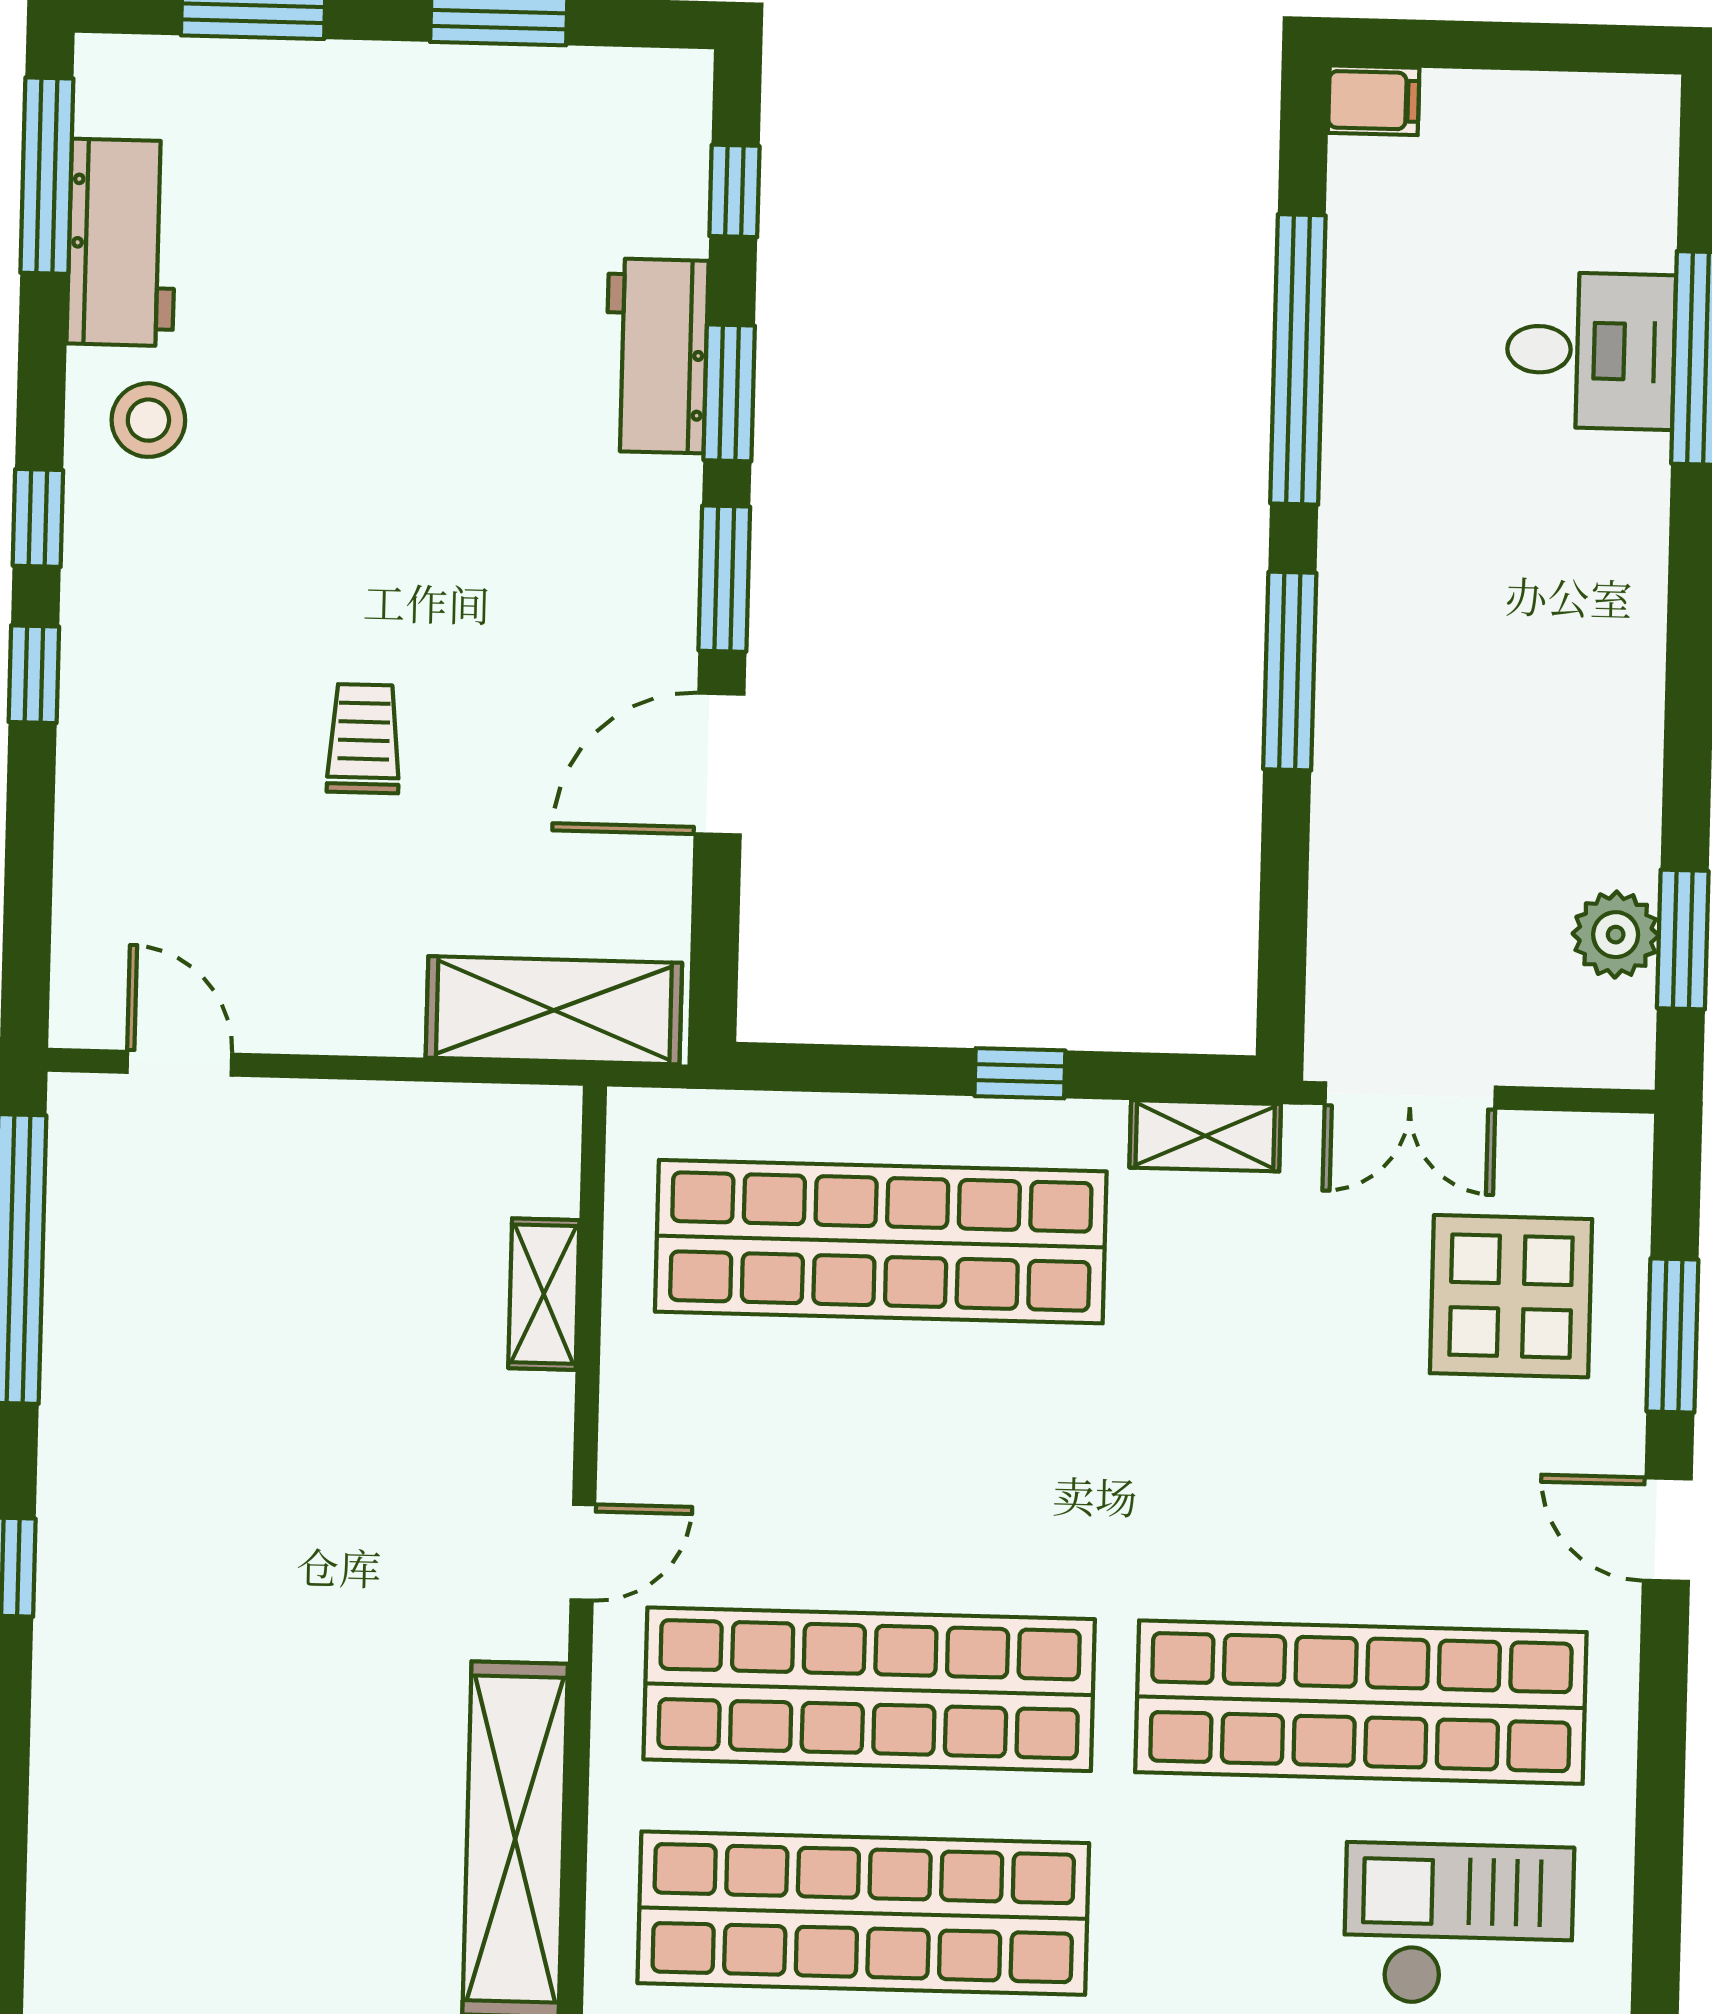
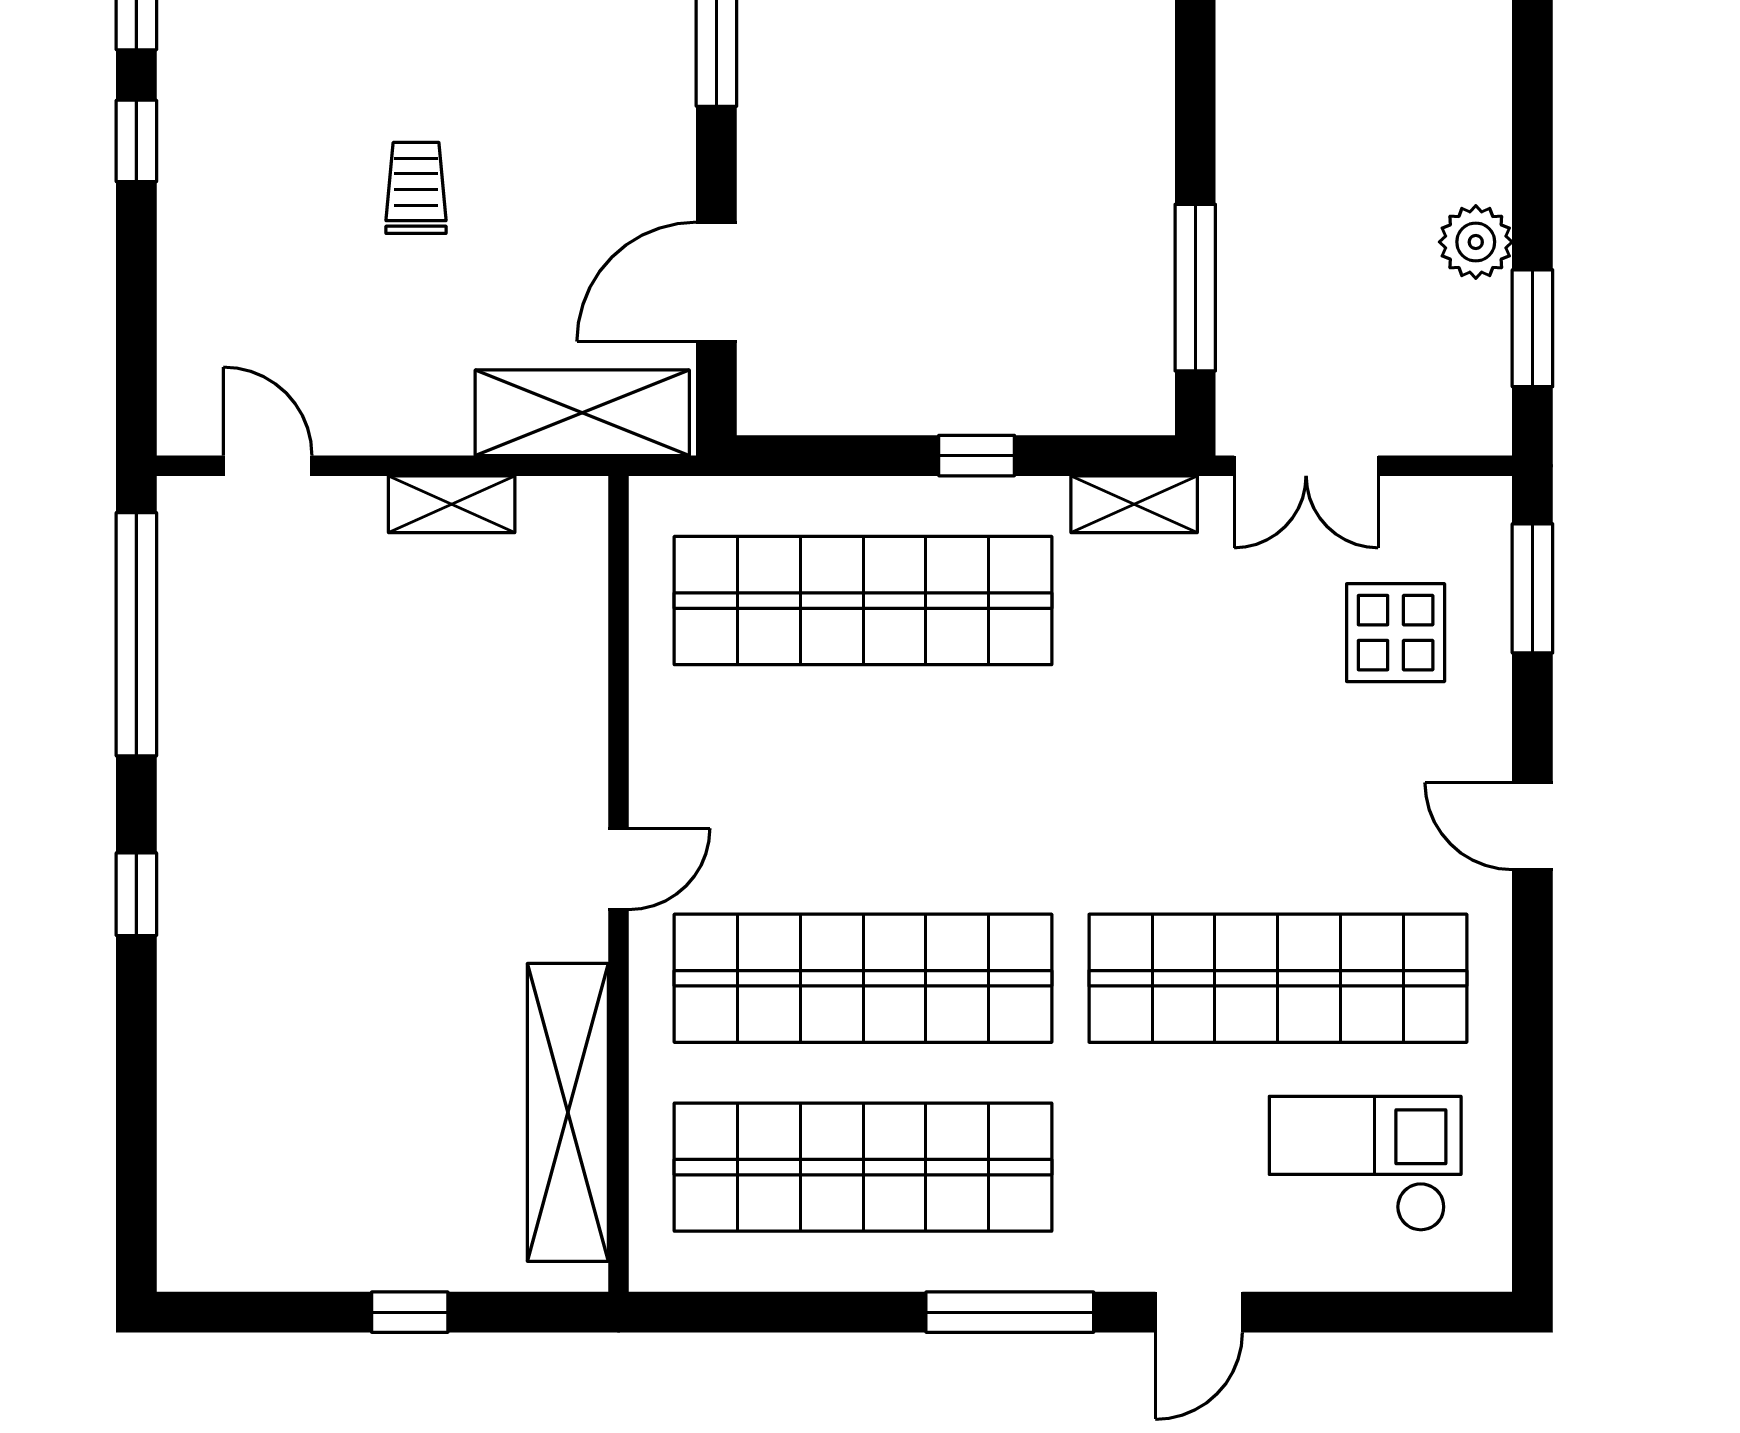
window: (1290, 671) -> (1195, 288), moved
door: (719, 764) -> (716, 282), moved
plant: (1616, 935) -> (1476, 242), moved
shelving: (544, 1294) -> (452, 504), moved, turned 90
display table: (1511, 1296) -> (1396, 633), width x0.73, depth x0.73
window: (1672, 1335) -> (1532, 588), moved

